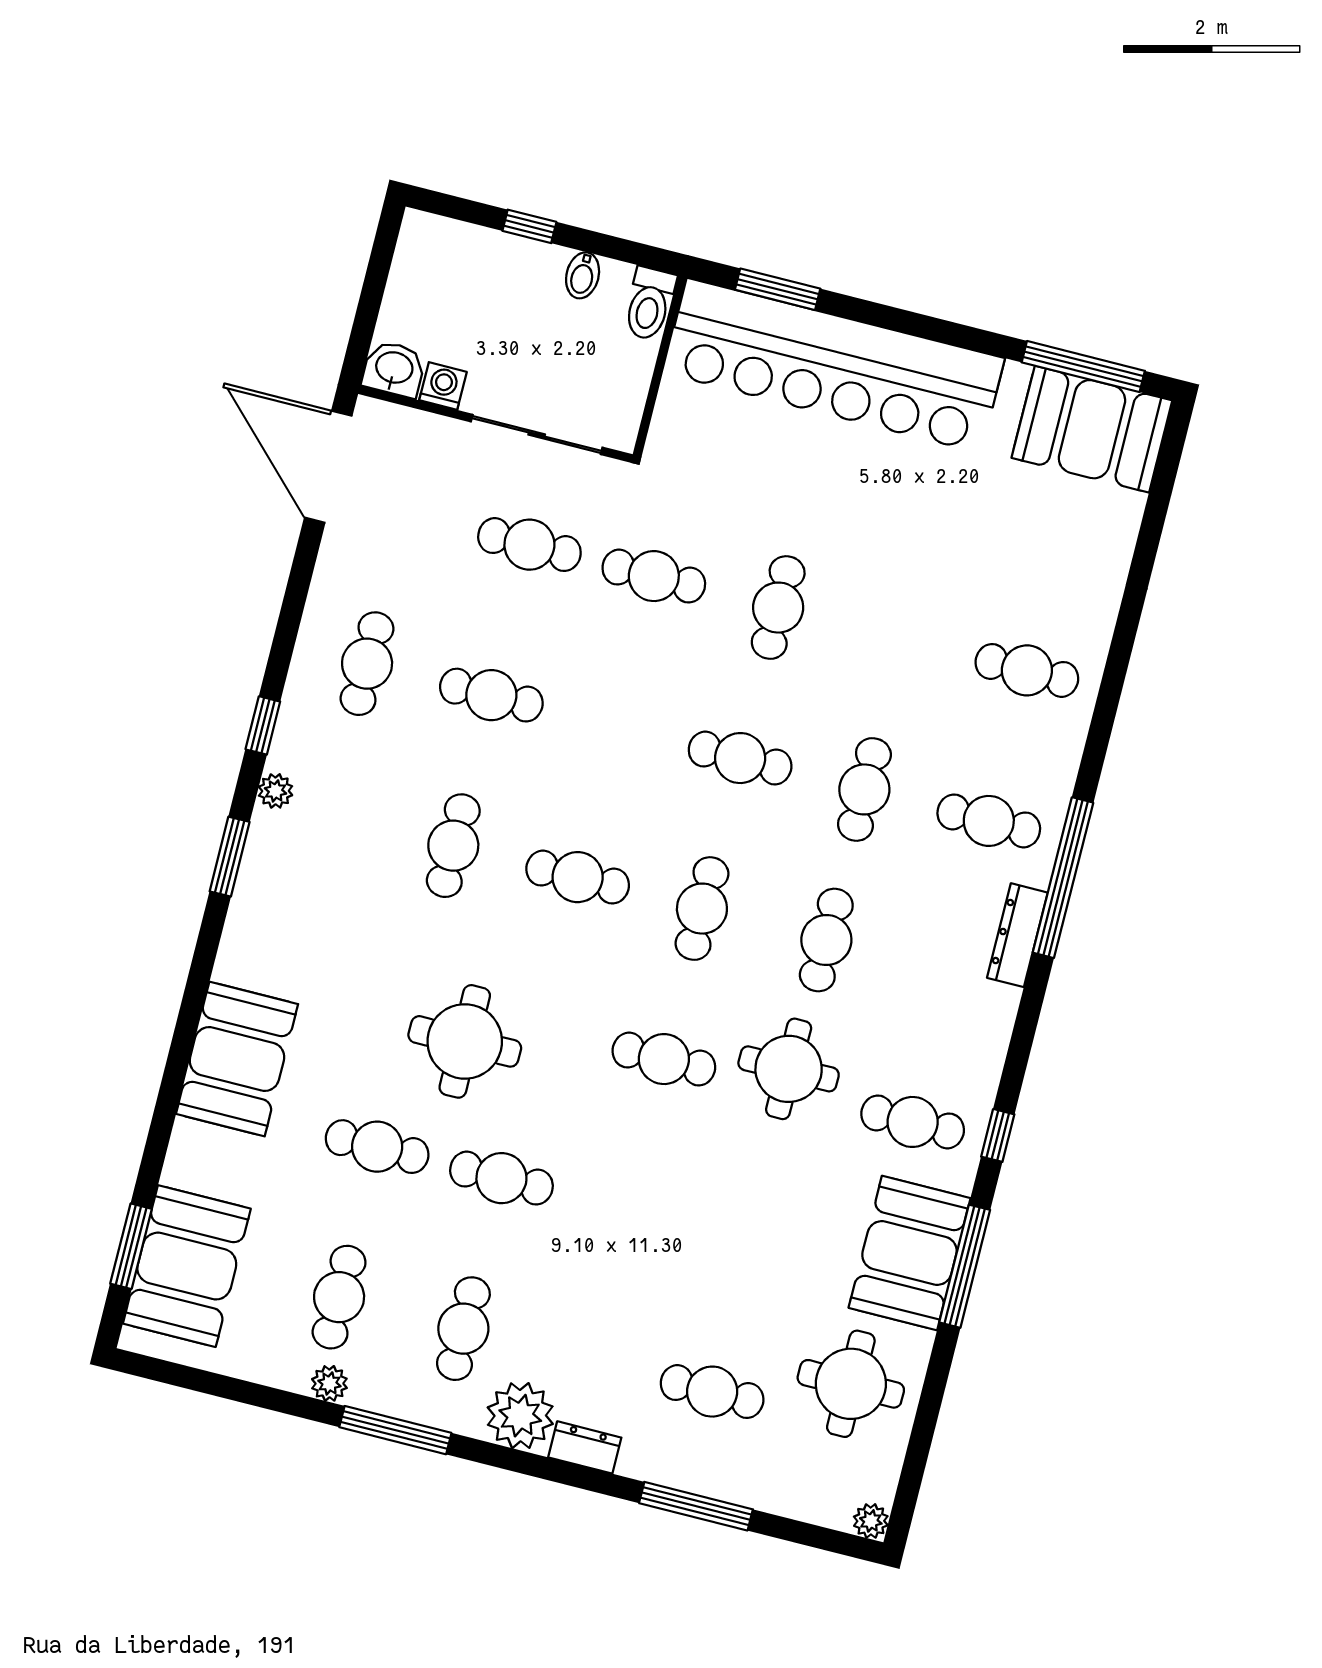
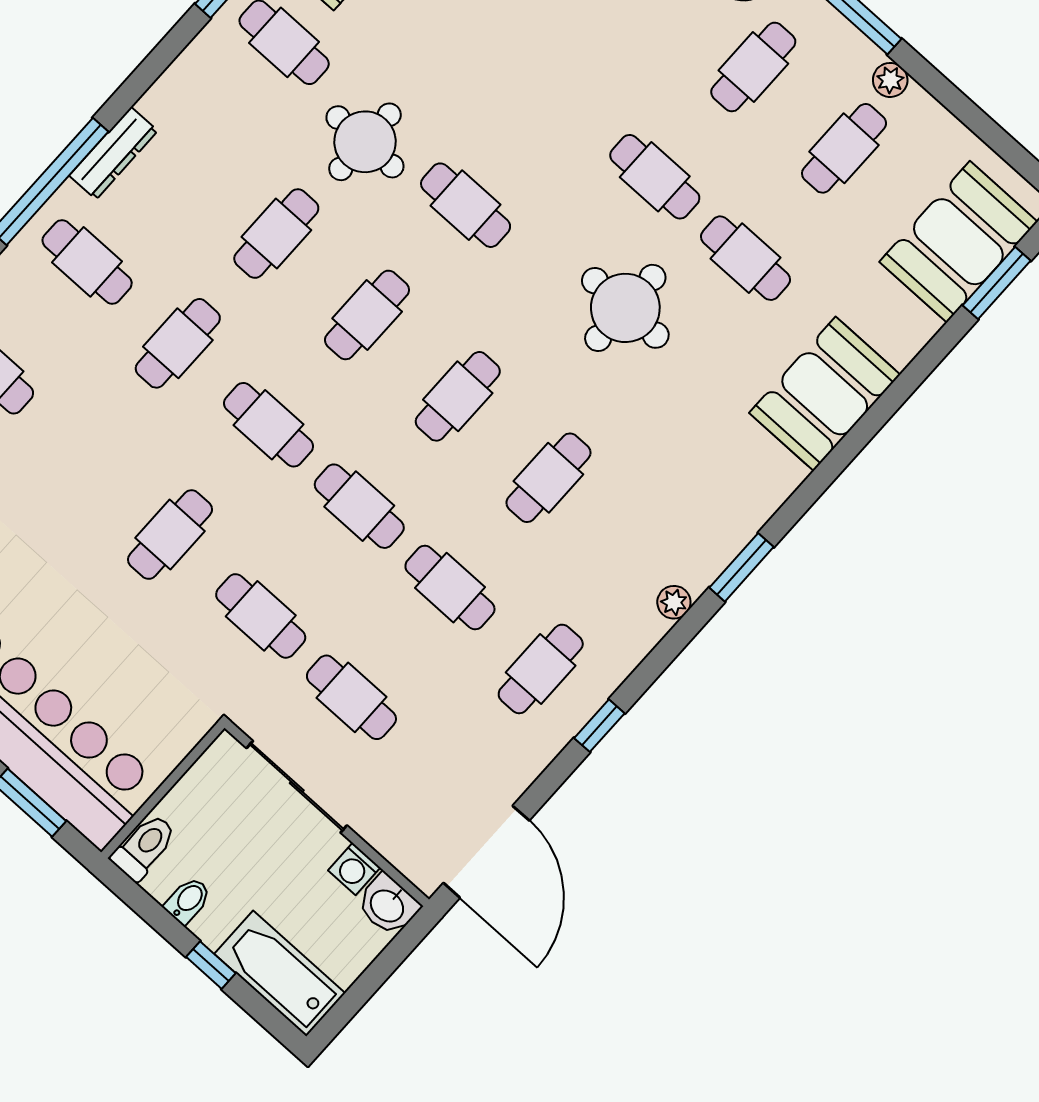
bathtub: (461, 252) -> (280, 973), added
window: (263, 725) -> (599, 726), moved
cafe table: (616, 727) -> (359, 506), added
cafe table: (578, 877) -> (458, 396), turned 90

